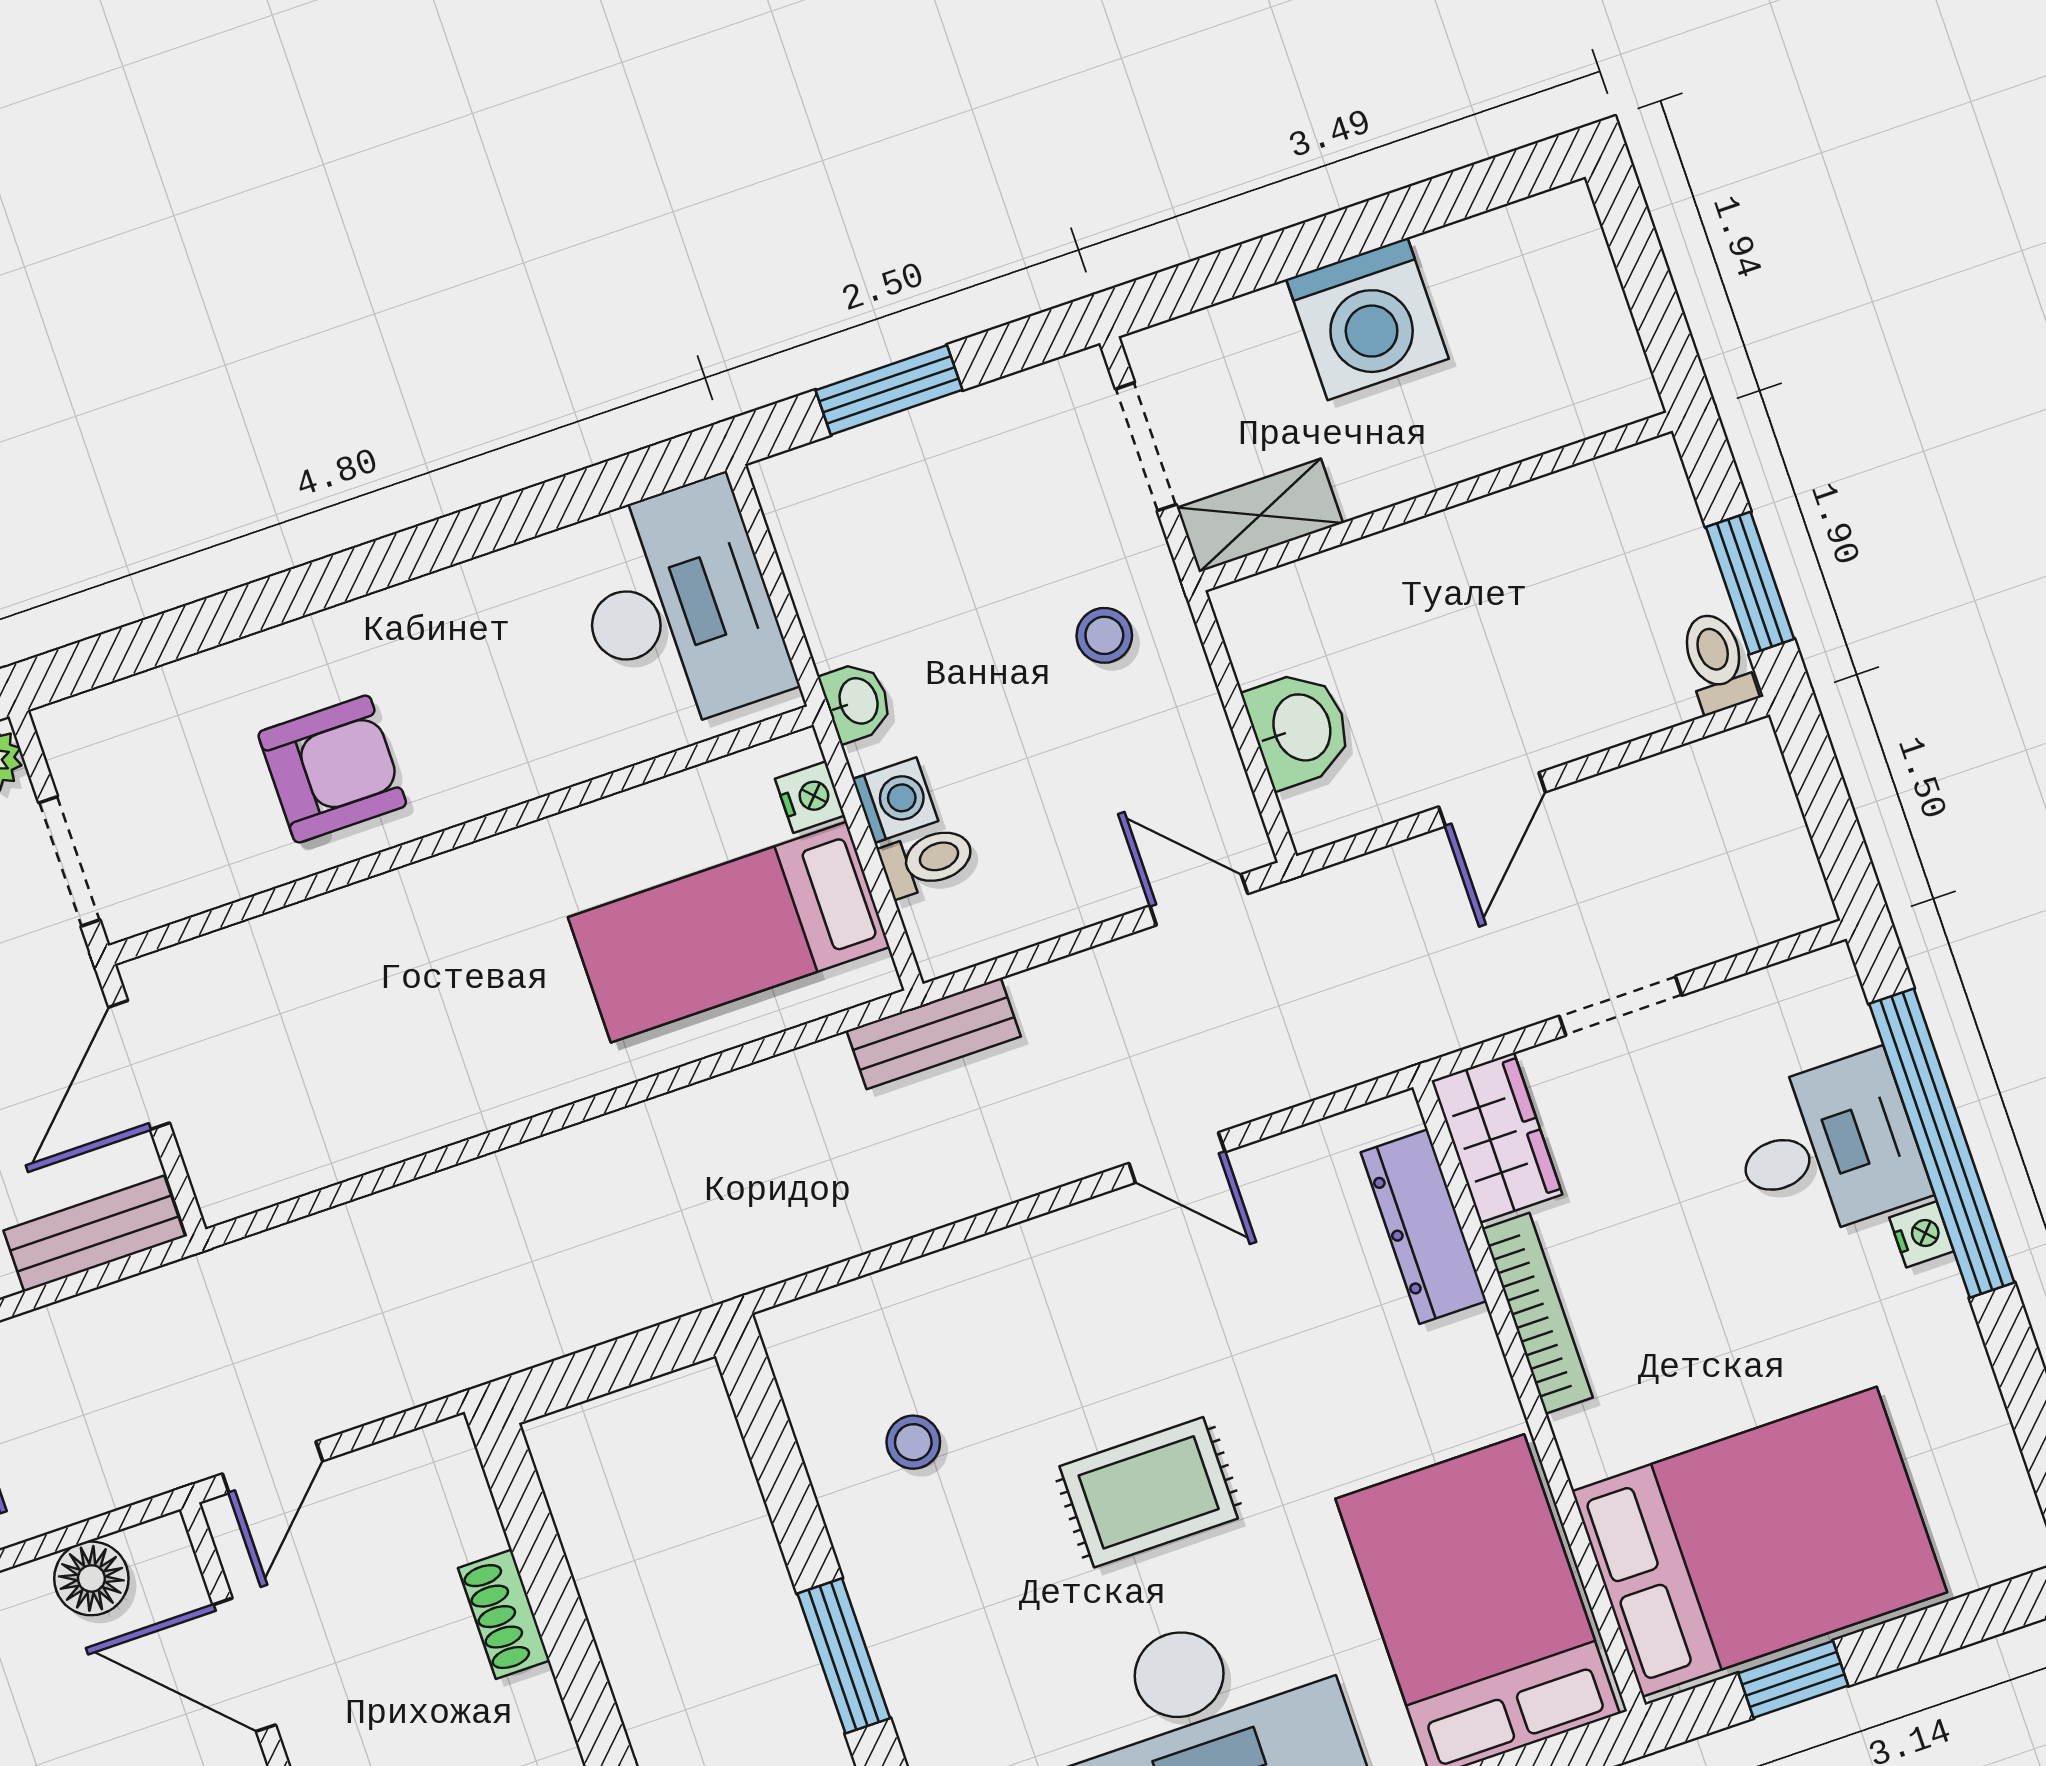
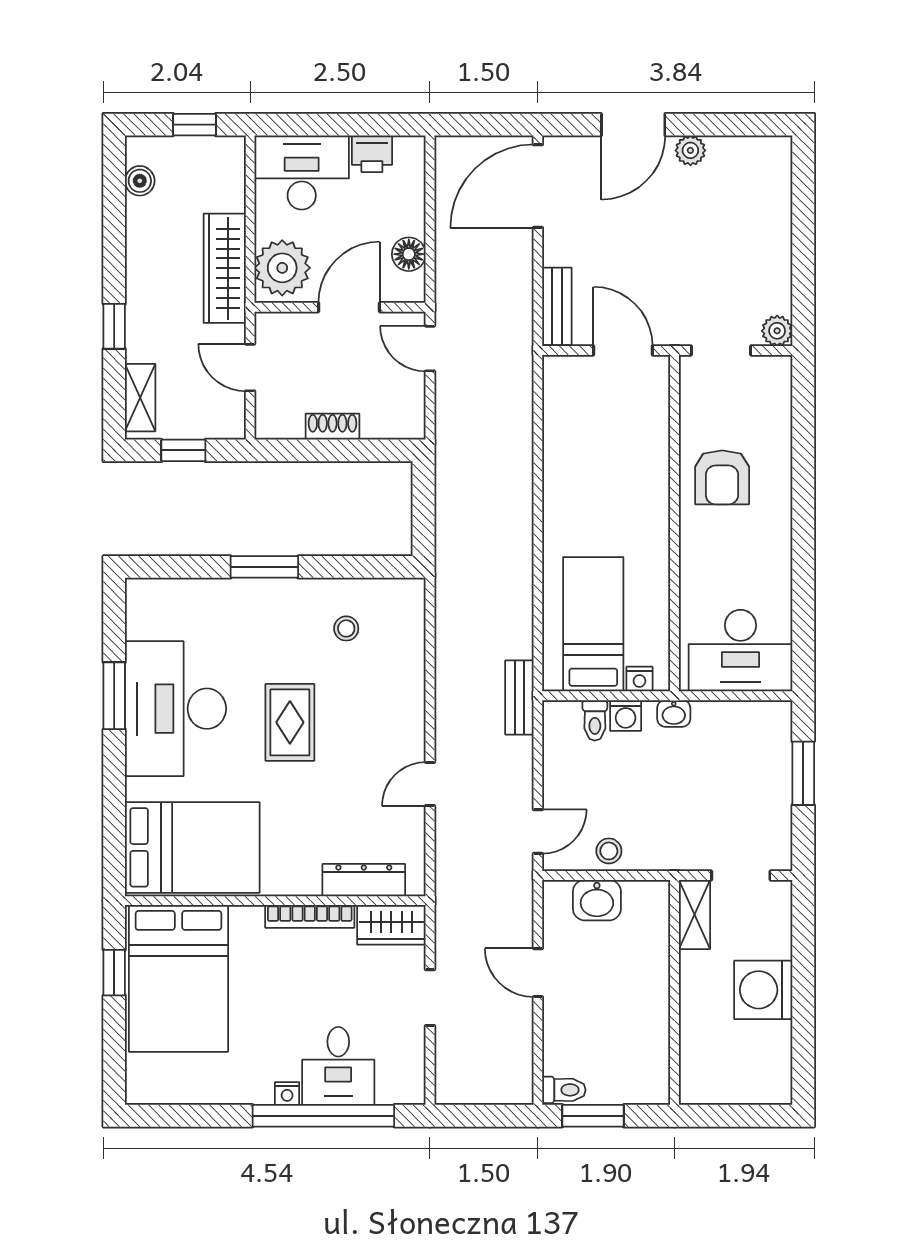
stool: (1104, 635) -> (609, 851), moved

